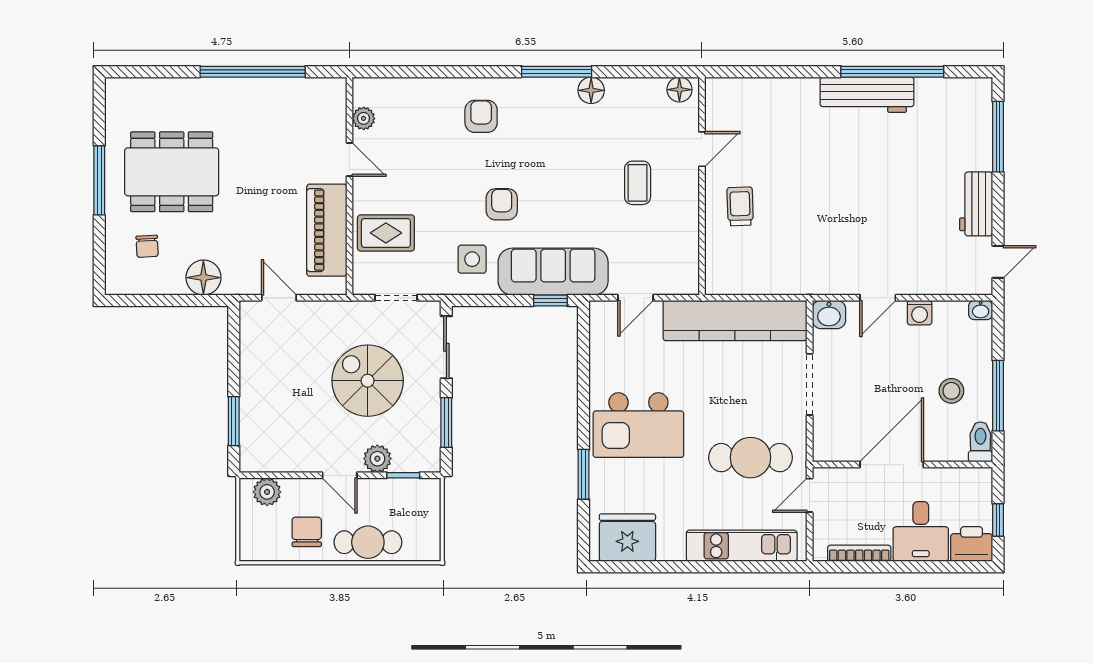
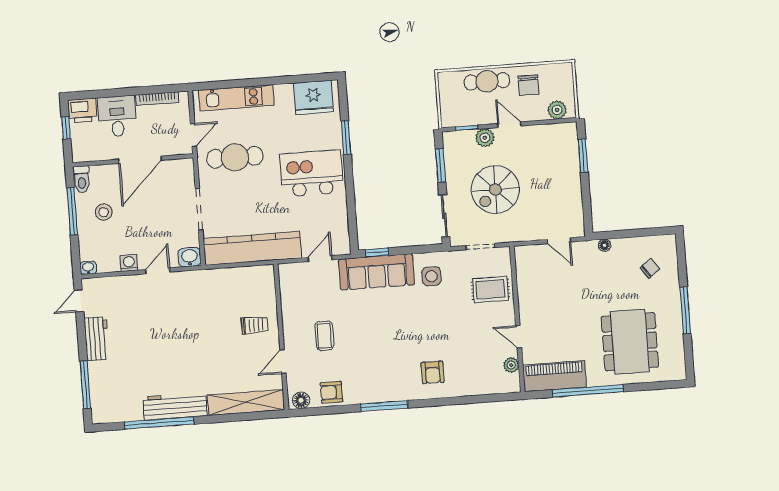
floor lamp: (591, 90) -> (360, 395), removed
shelving: (761, 92) -> (246, 402), added
dining table: (172, 172) -> (630, 342), moved, turned 90
armchair: (502, 204) -> (331, 392), moved, turned 90
trolley: (740, 206) -> (254, 325), turned -88
piano: (327, 230) -> (554, 376), moved, turned -90
chair: (147, 246) -> (650, 268), turned 56
floor lamp: (203, 278) -> (605, 245), width x0.53, depth x0.53
spiral stairs: (368, 381) -> (495, 190), turned 90

